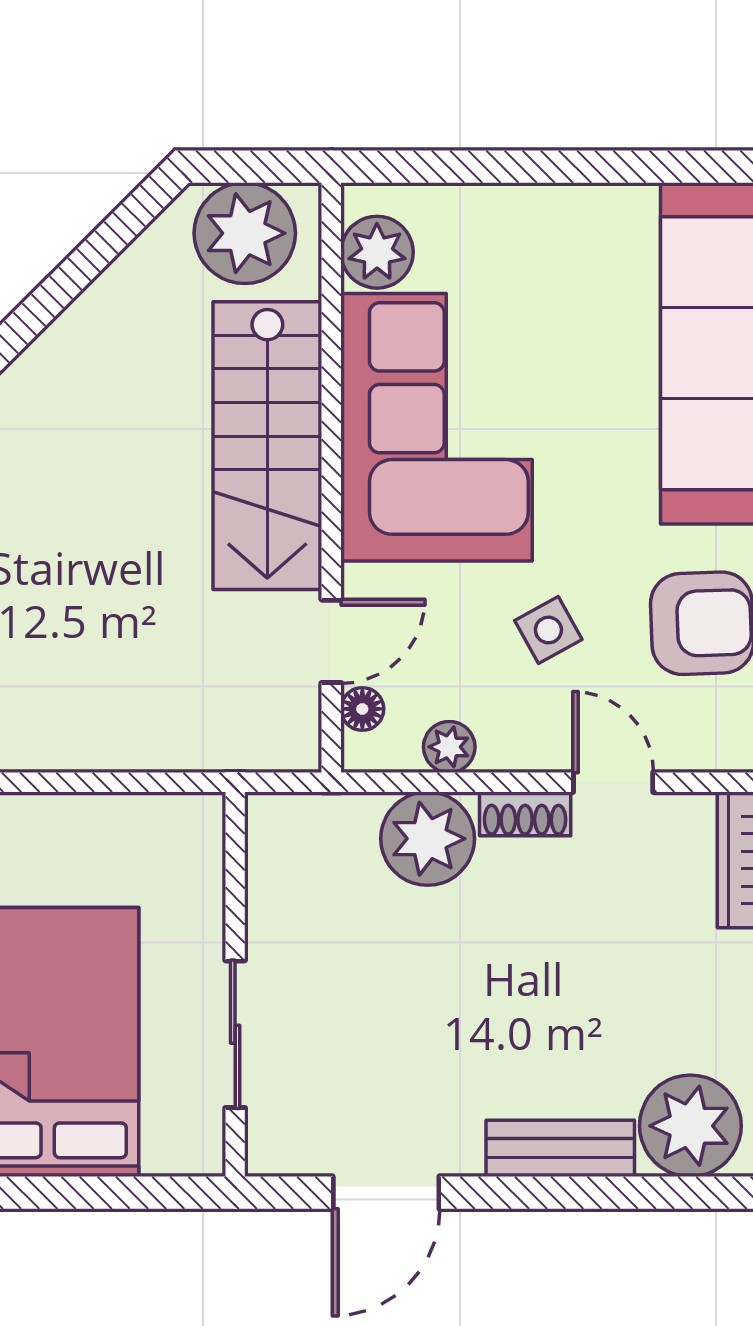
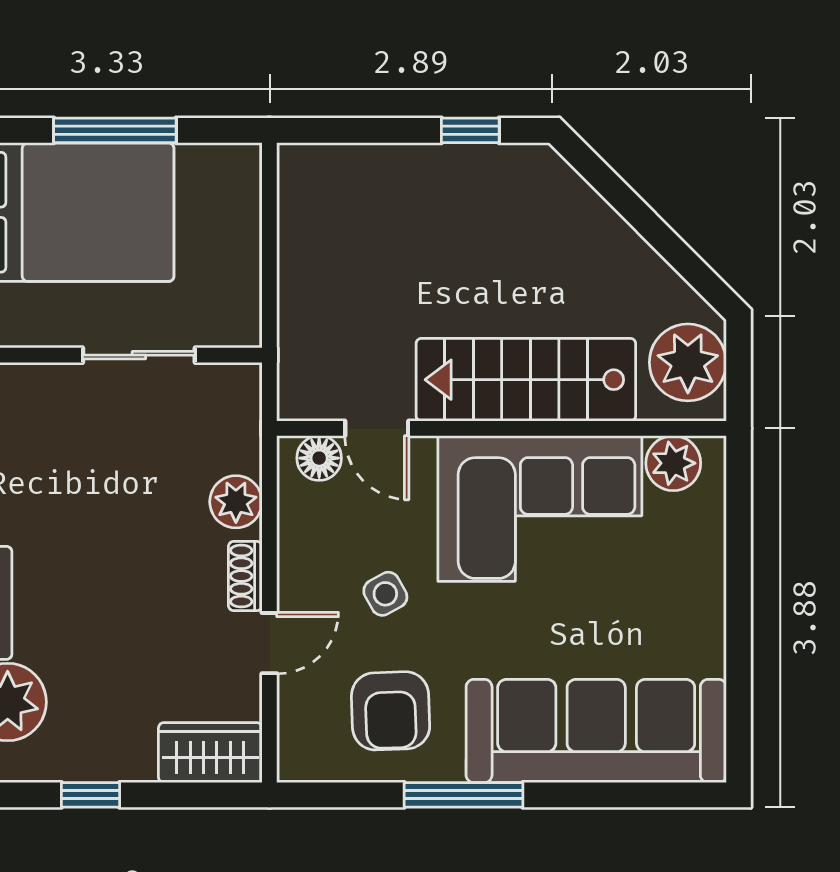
floor lamp: (362, 709) -> (319, 458), width x1.37, depth x1.37
plant: (449, 747) -> (296, 518), removed
plant: (428, 839) -> (236, 502), width x0.73, depth x0.73
sliding door: (235, 1034) -> (139, 355), moved

